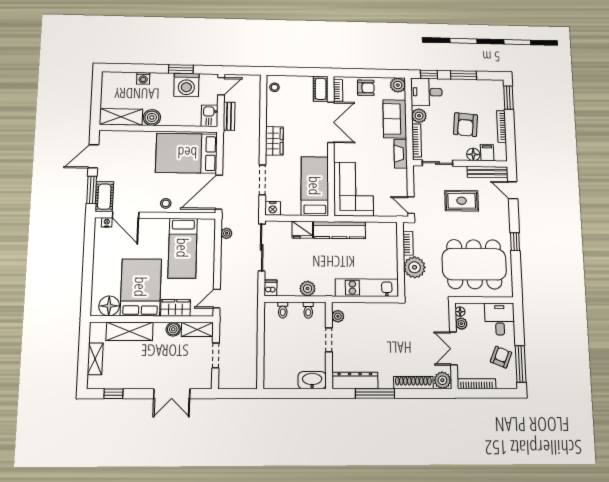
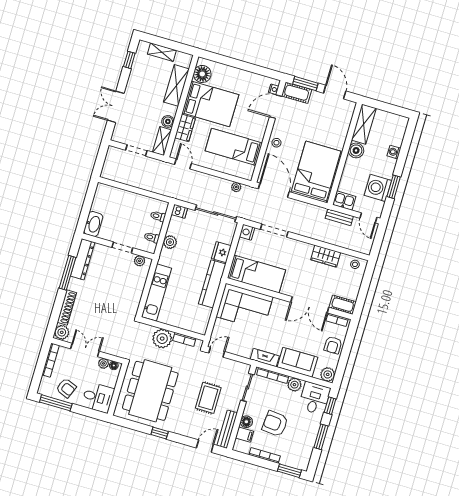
wardrobe: (274, 141) -> (326, 256), moved

